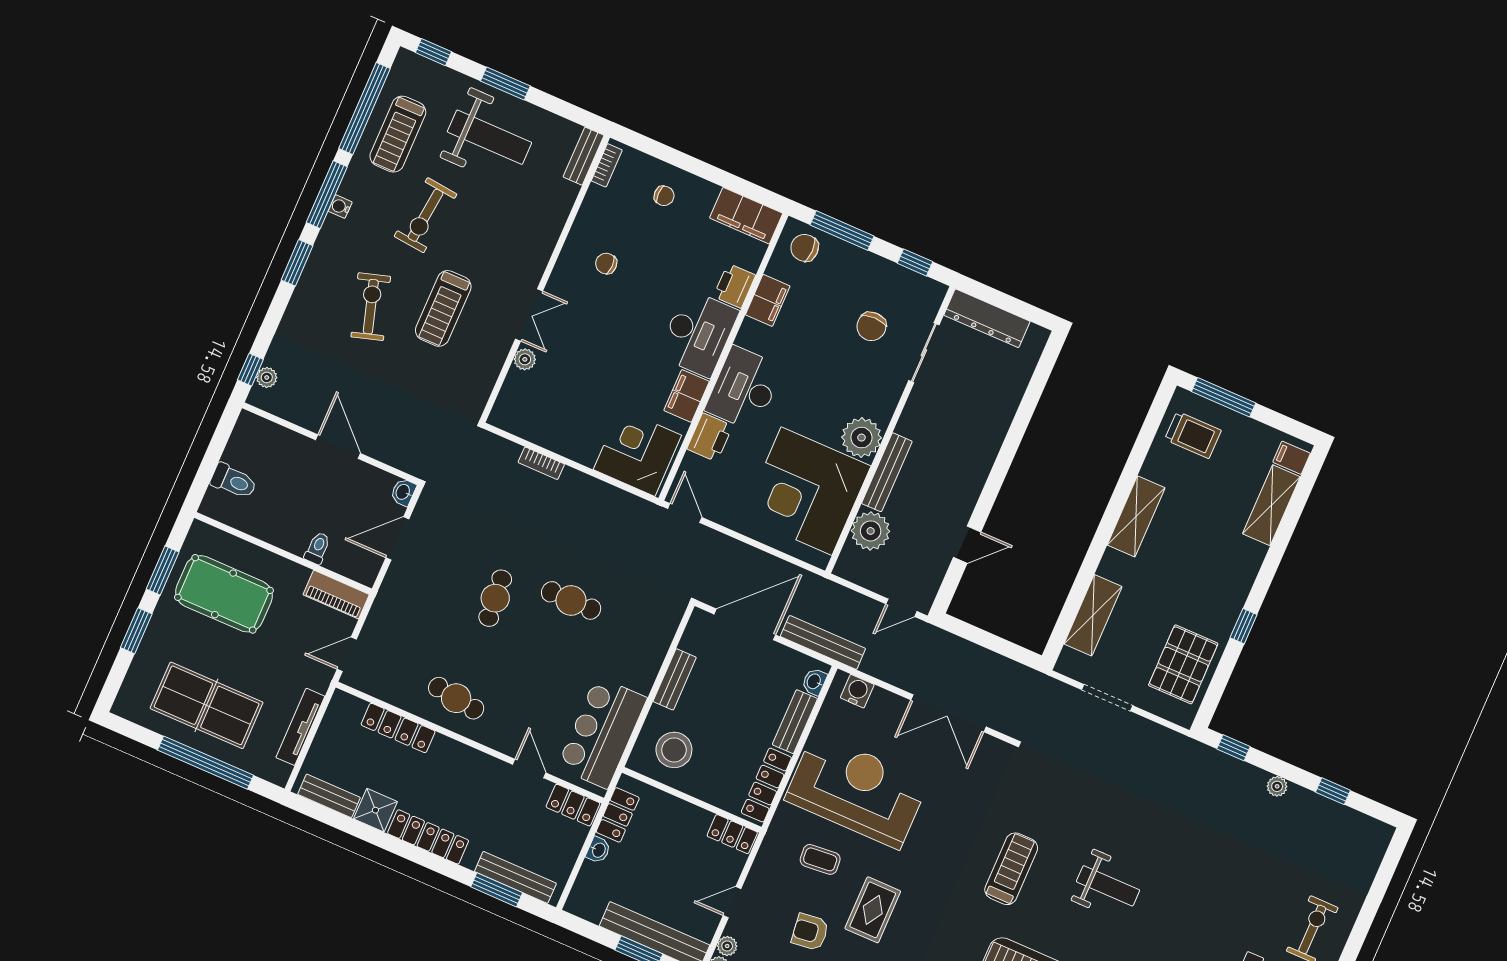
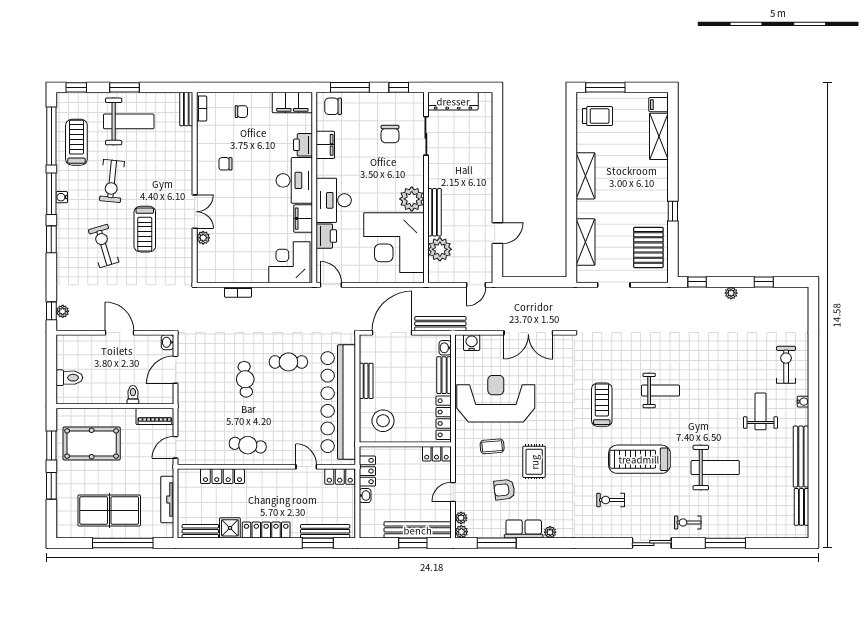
treadmill: (398, 134) -> (76, 142), turned 180
bar counter: (602, 733) -> (338, 402), width x1.86

